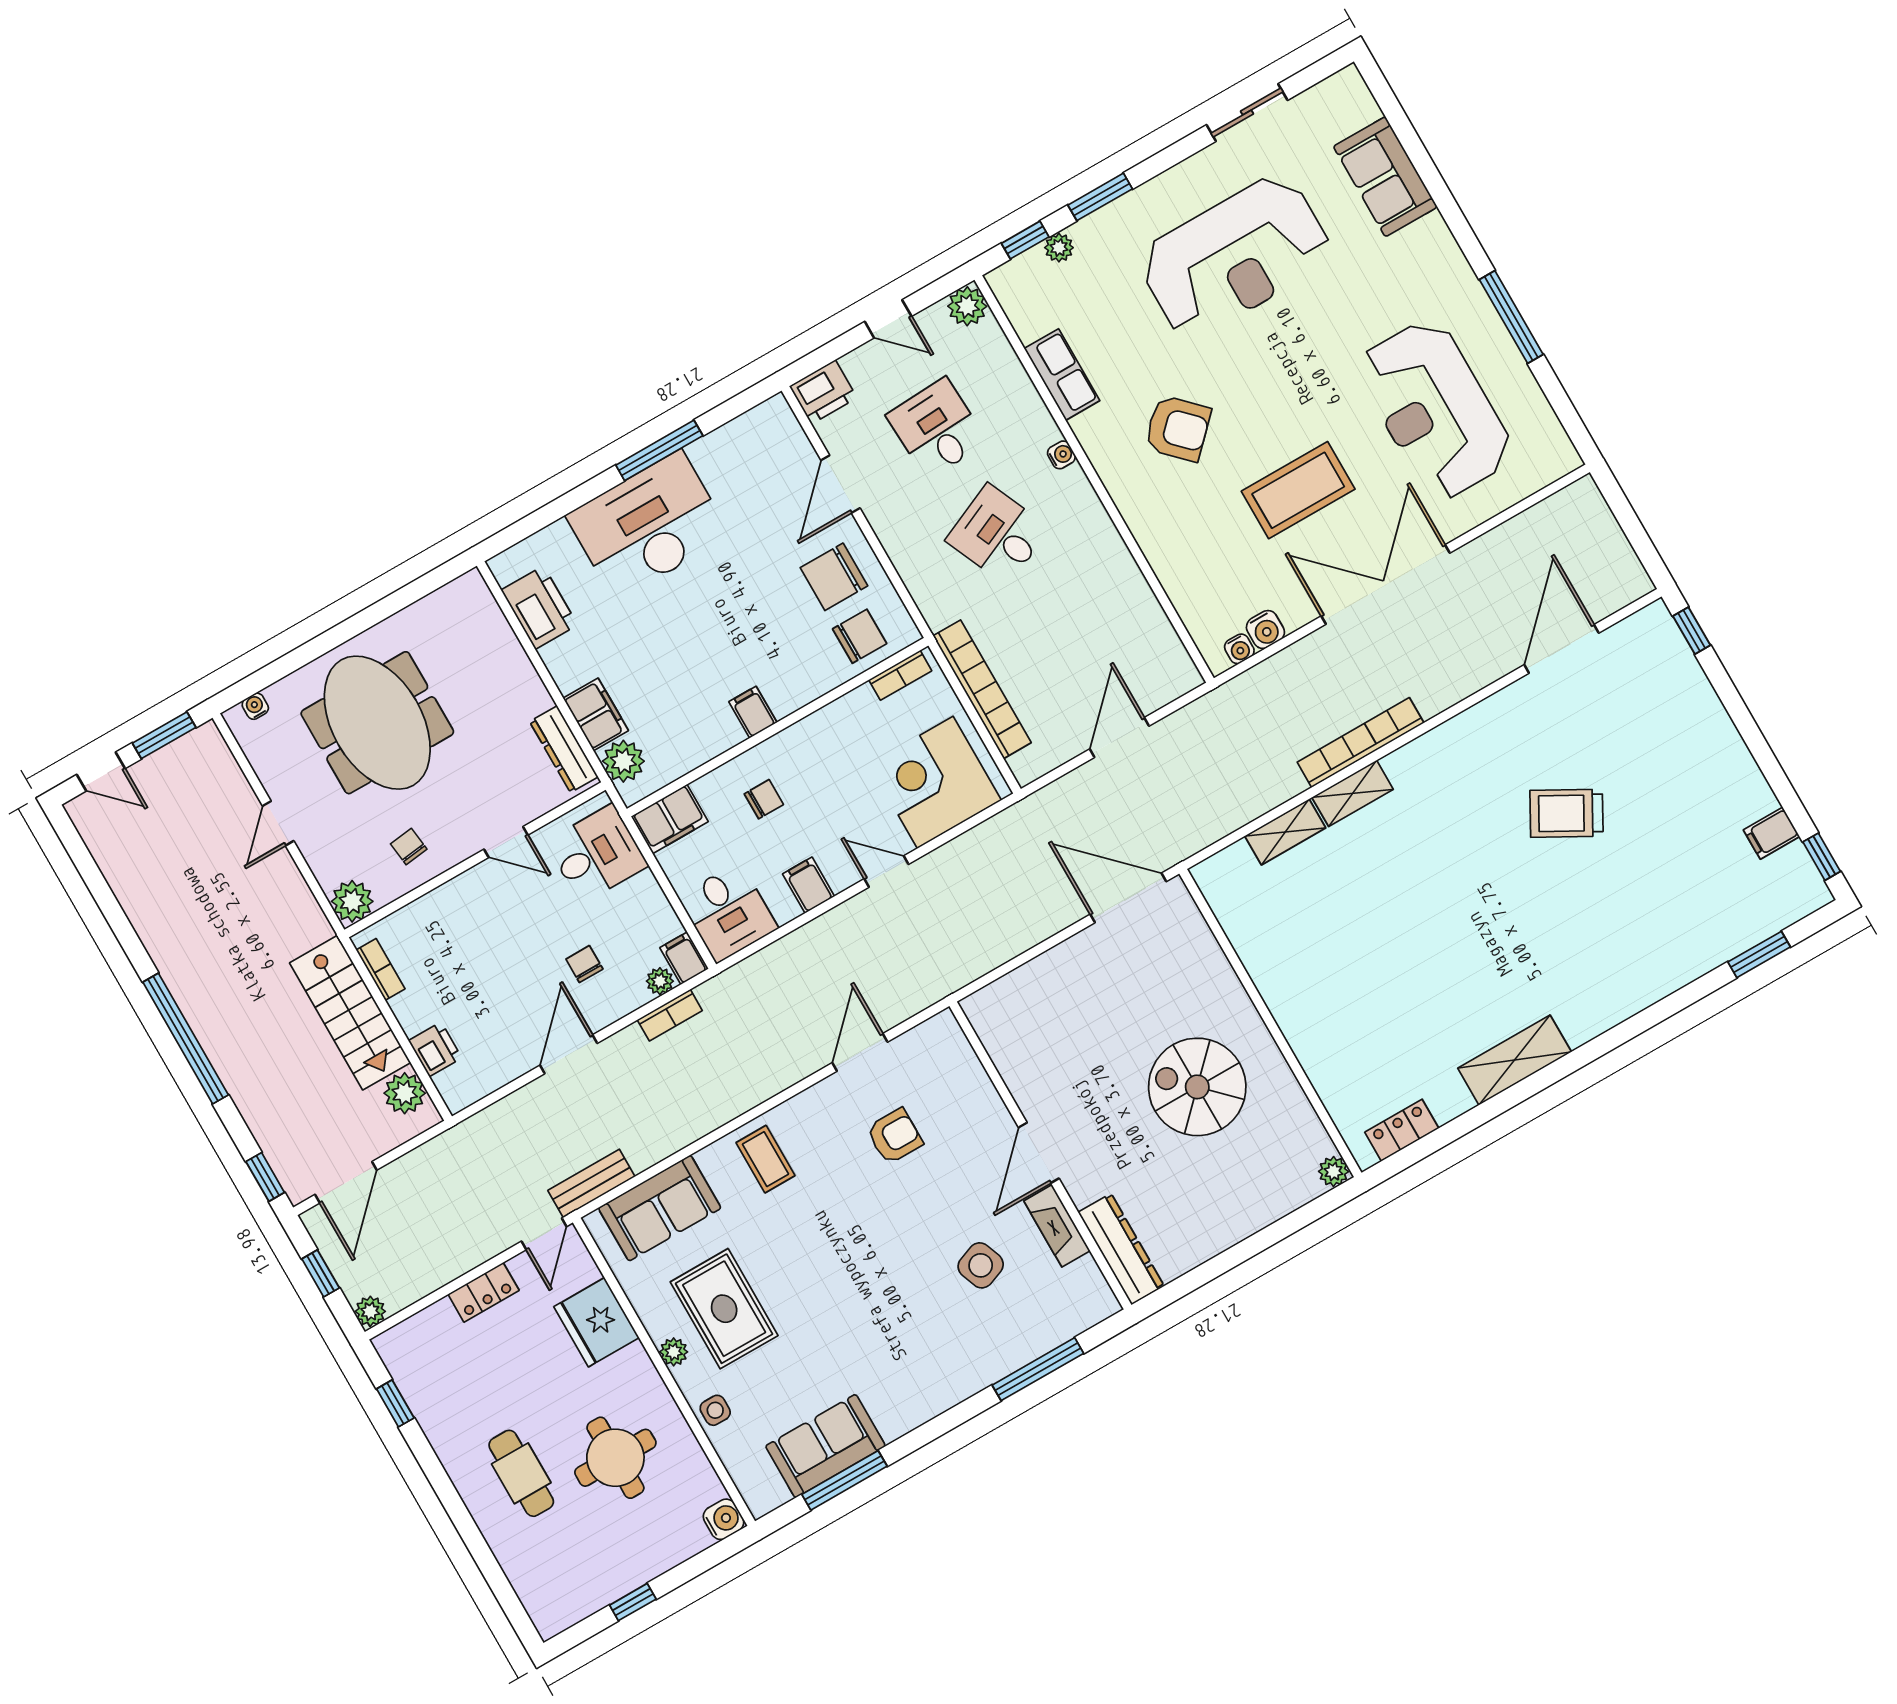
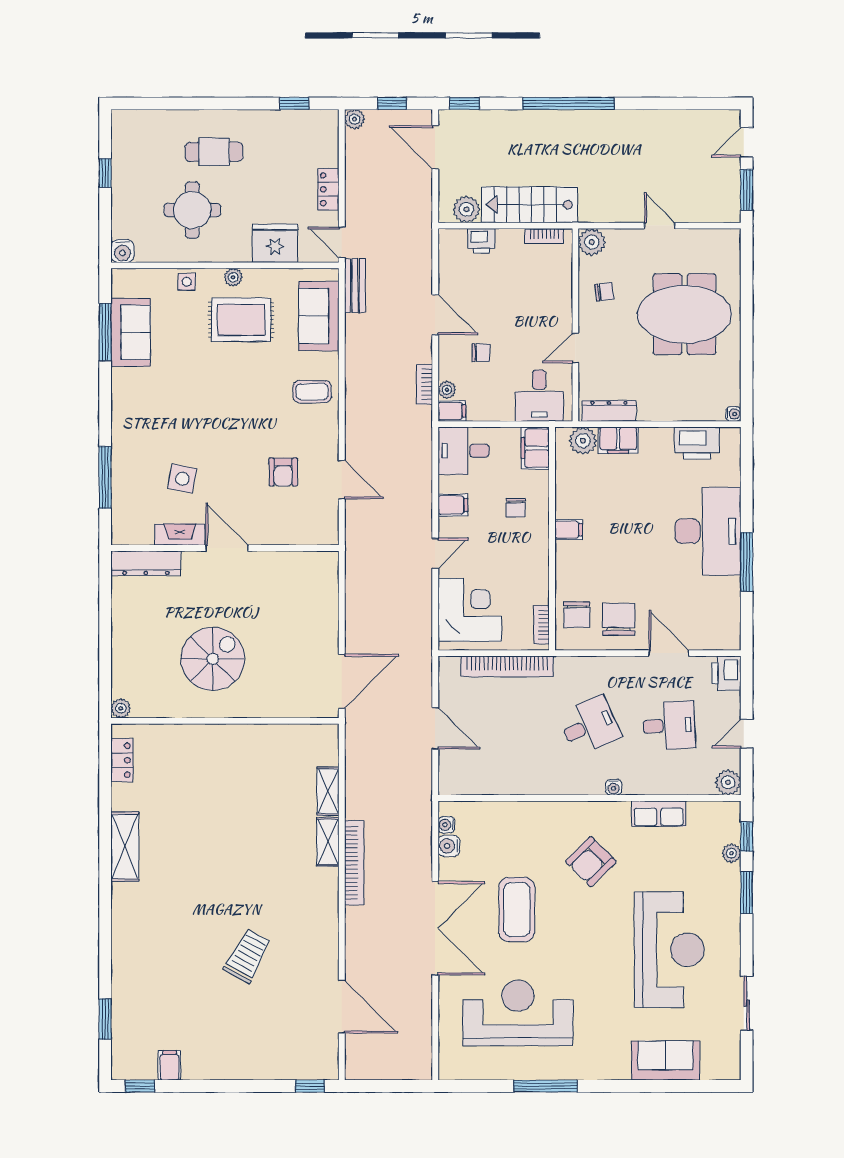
reception desk: (1235, 256) -> (669, 950), turned 180
water cooler: (255, 706) -> (733, 414), moved
side table: (981, 1265) -> (182, 479), turned 32

